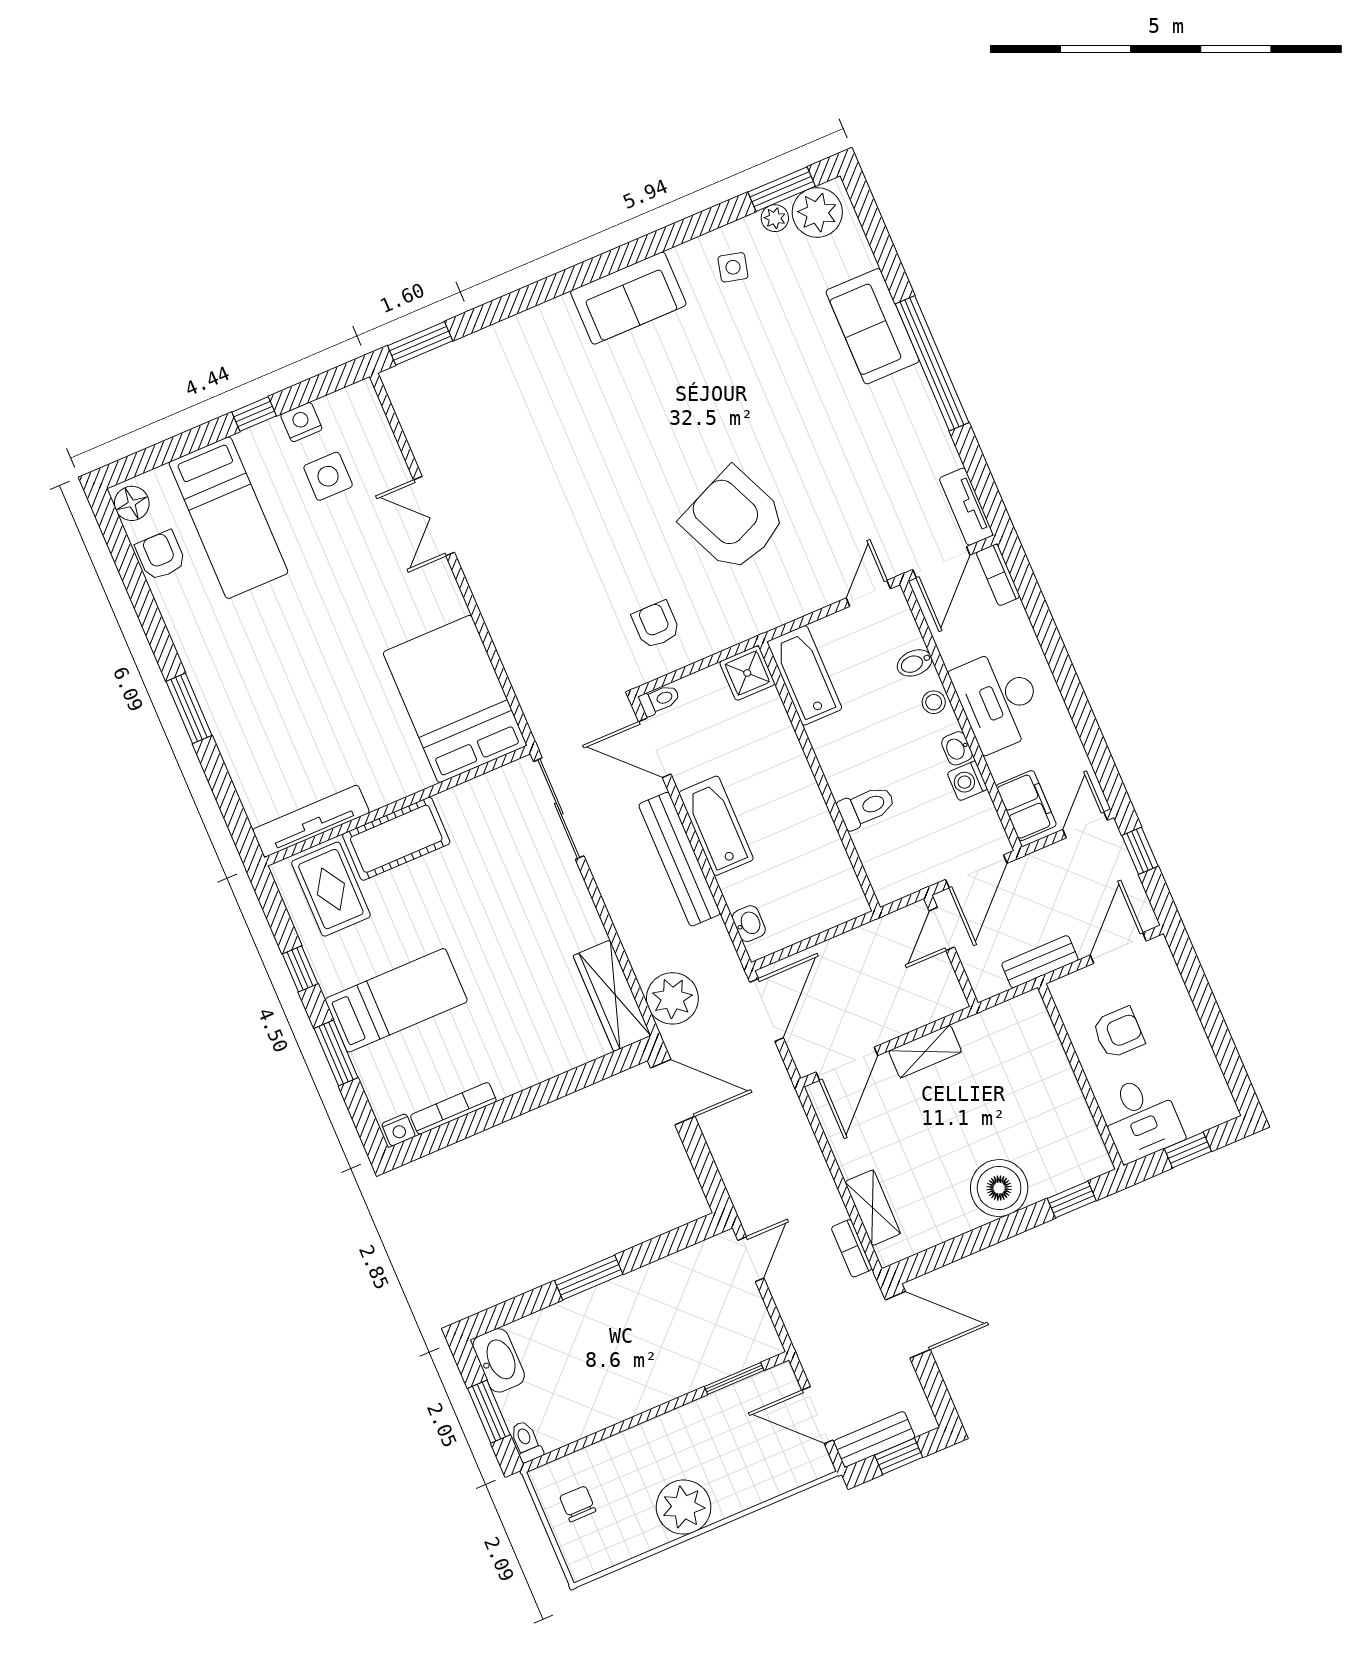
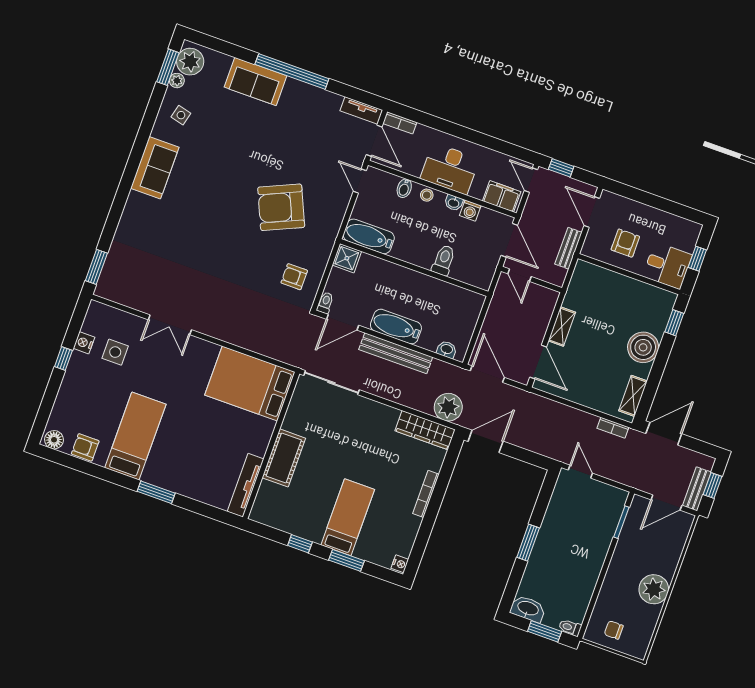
bed: (228, 518) -> (135, 436), moved, turned -90
rug: (331, 889) -> (280, 502), removed
bookcase: (453, 1108) -> (426, 494), moved
shelving: (873, 1208) -> (633, 396), moved, turned 90

